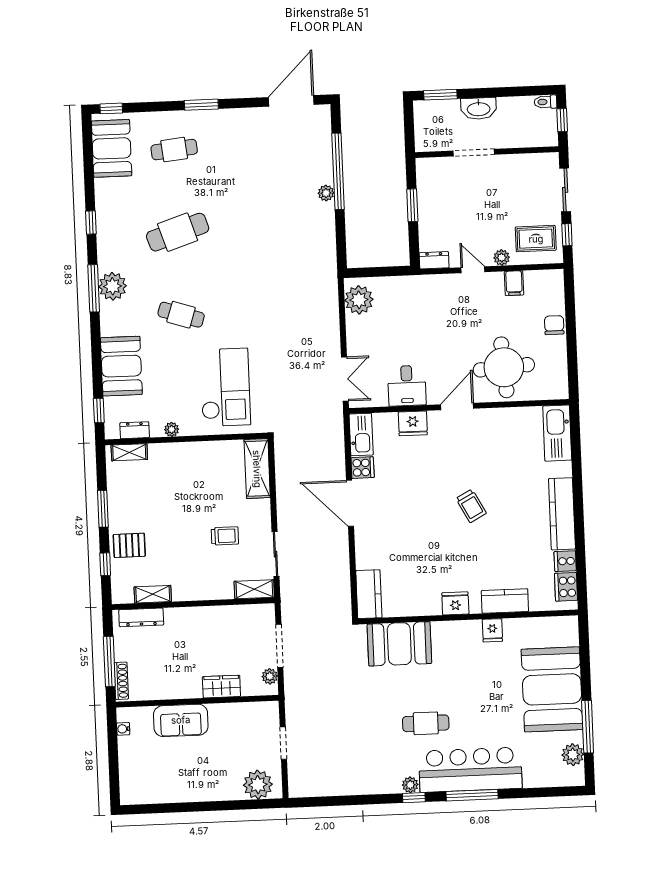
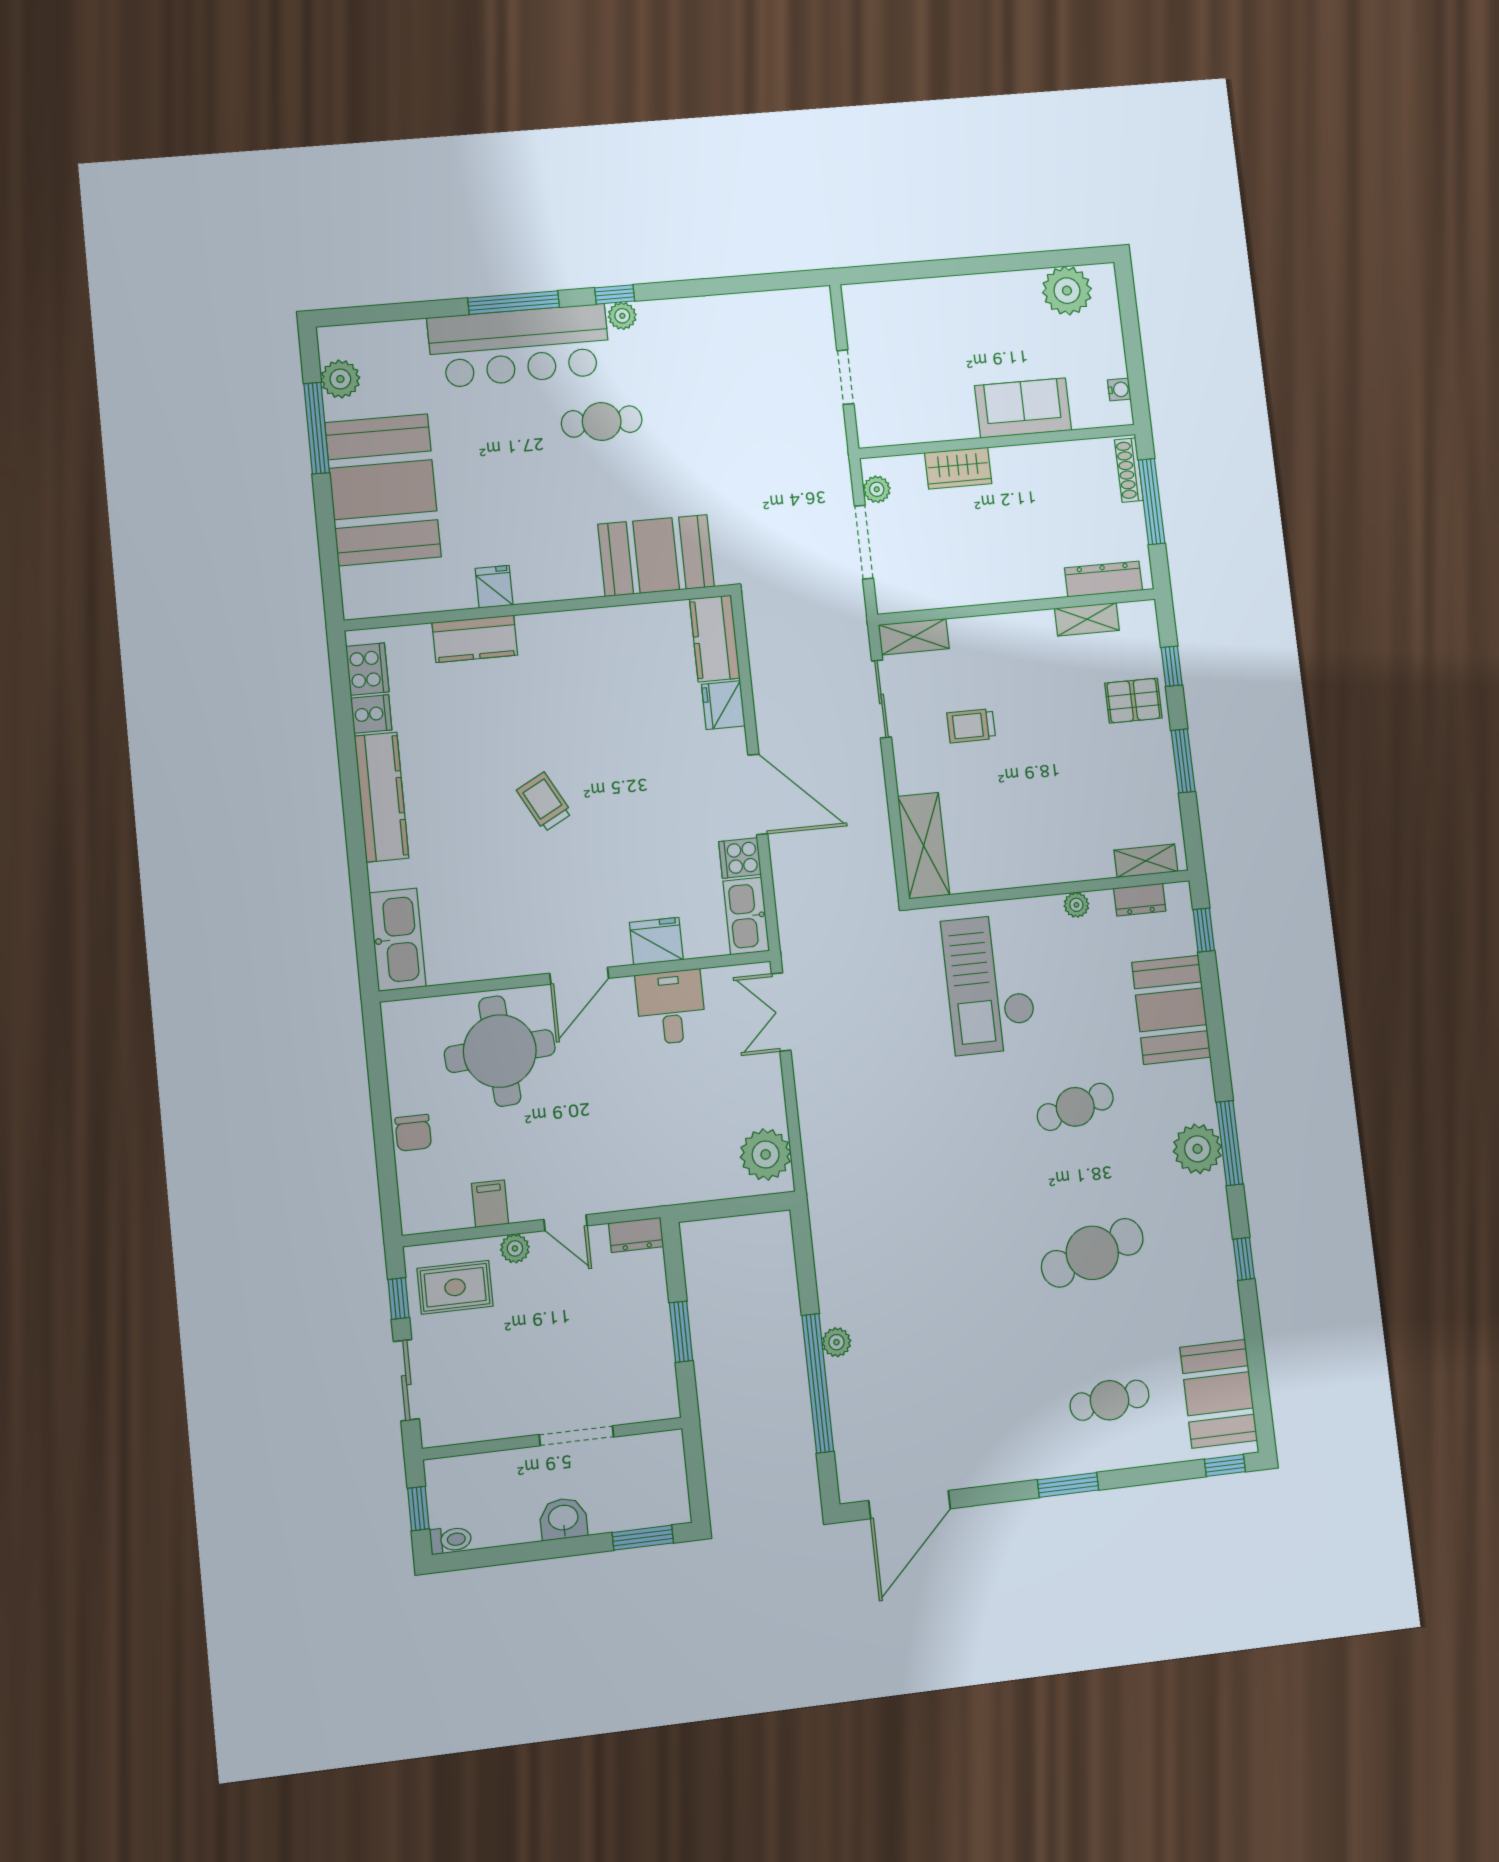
washbasin: (479, 109) -> (563, 1519), width x0.72
cafe table: (181, 315) -> (1075, 1107), turned -33
fridge: (455, 603) -> (723, 705), moved, turned 90
plant: (258, 785) -> (1067, 291), moved

